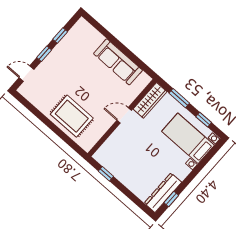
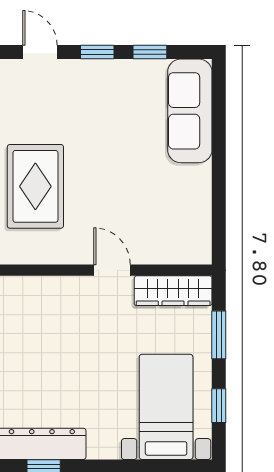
sofa: (118, 62) -> (190, 111), moved

